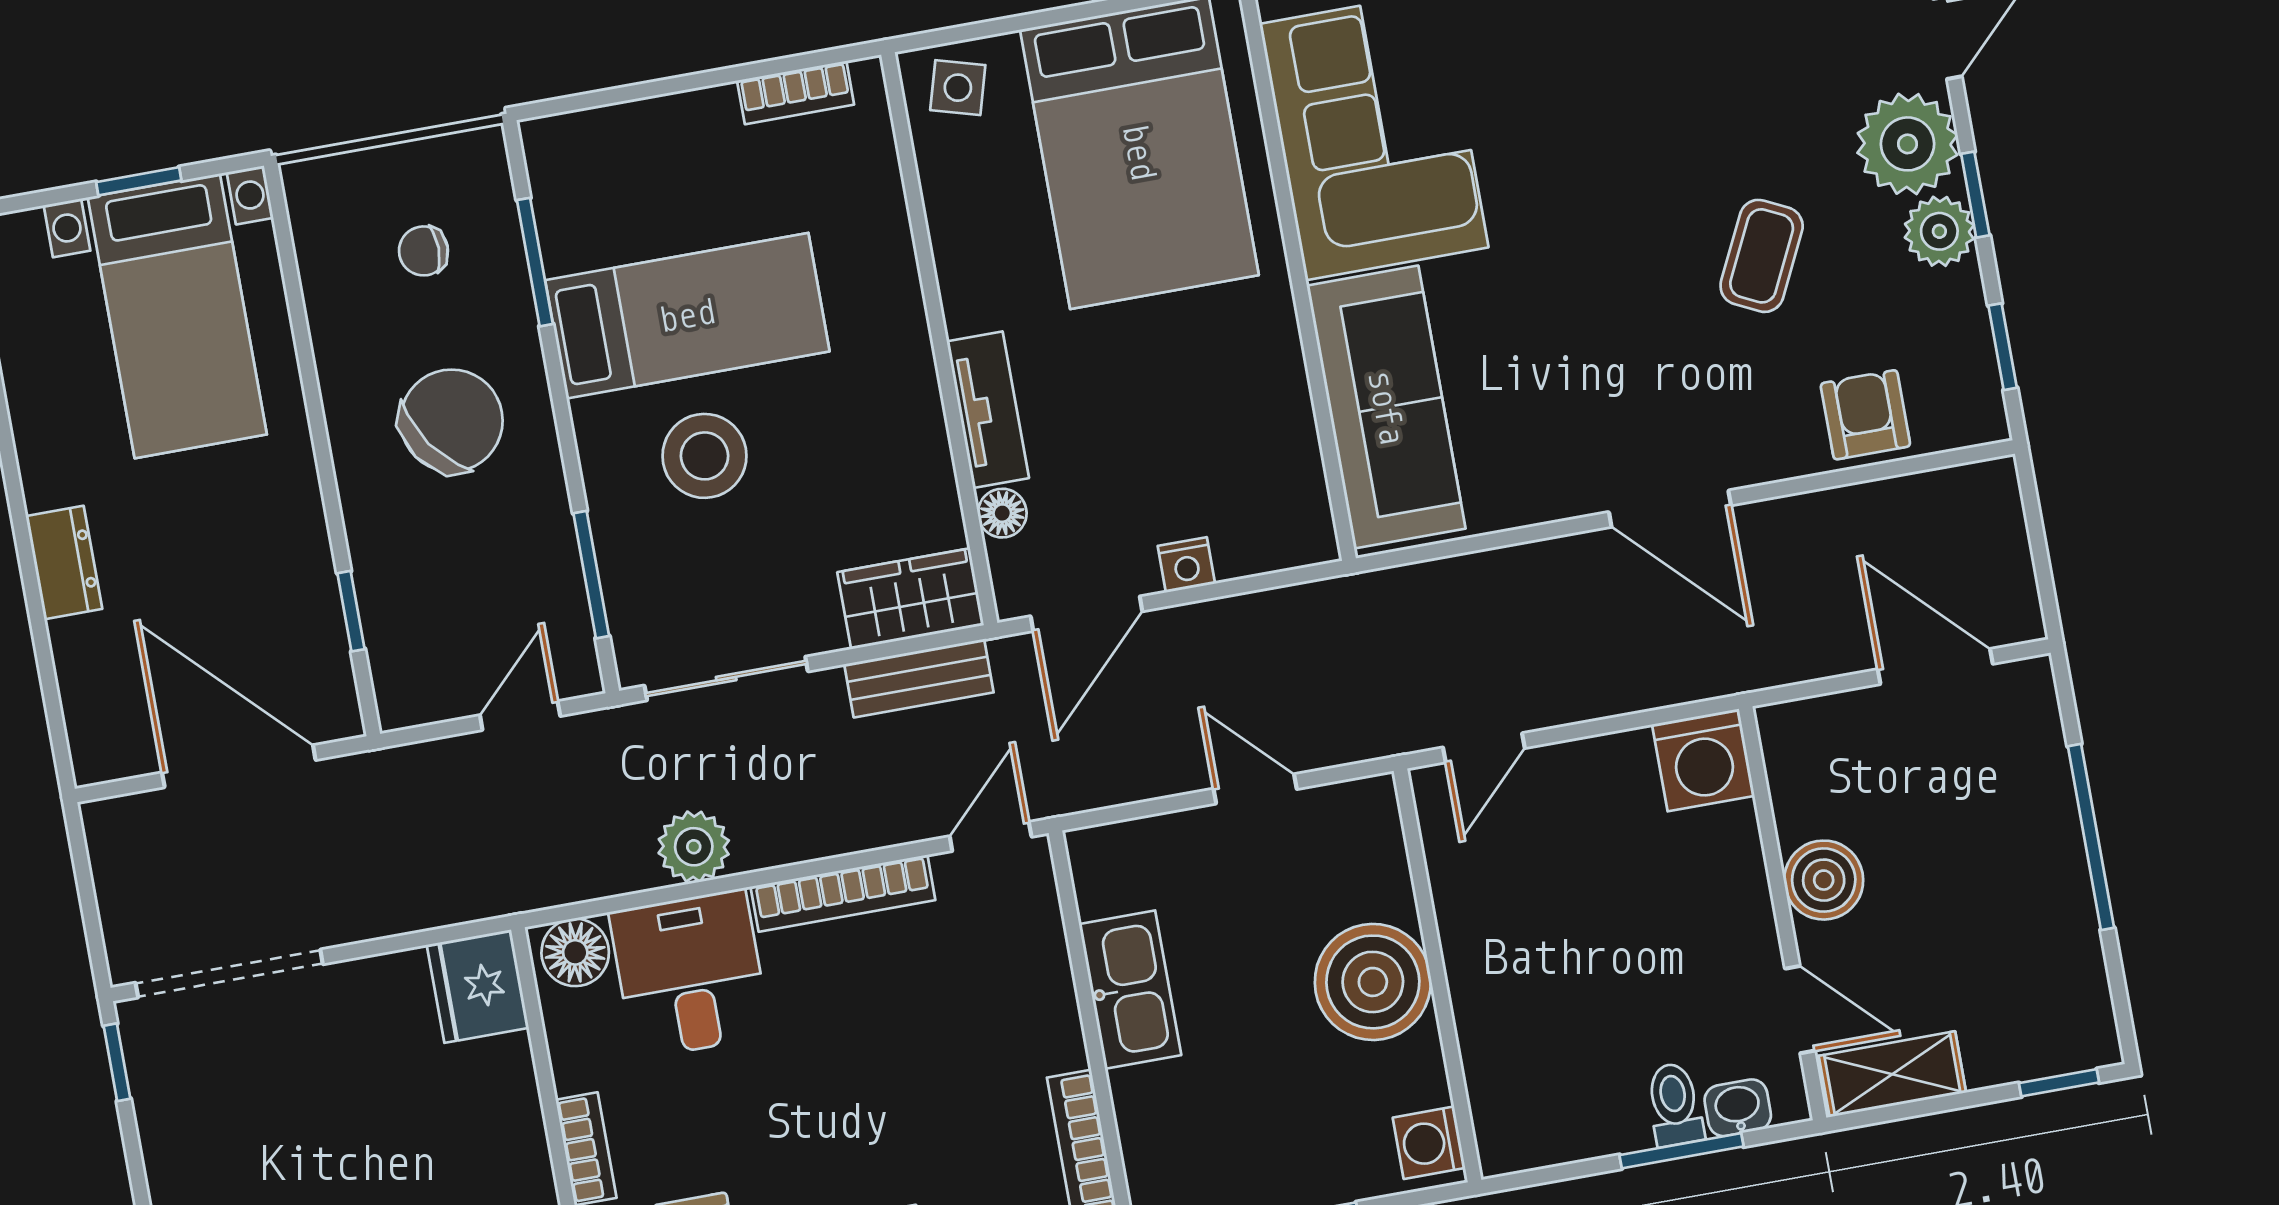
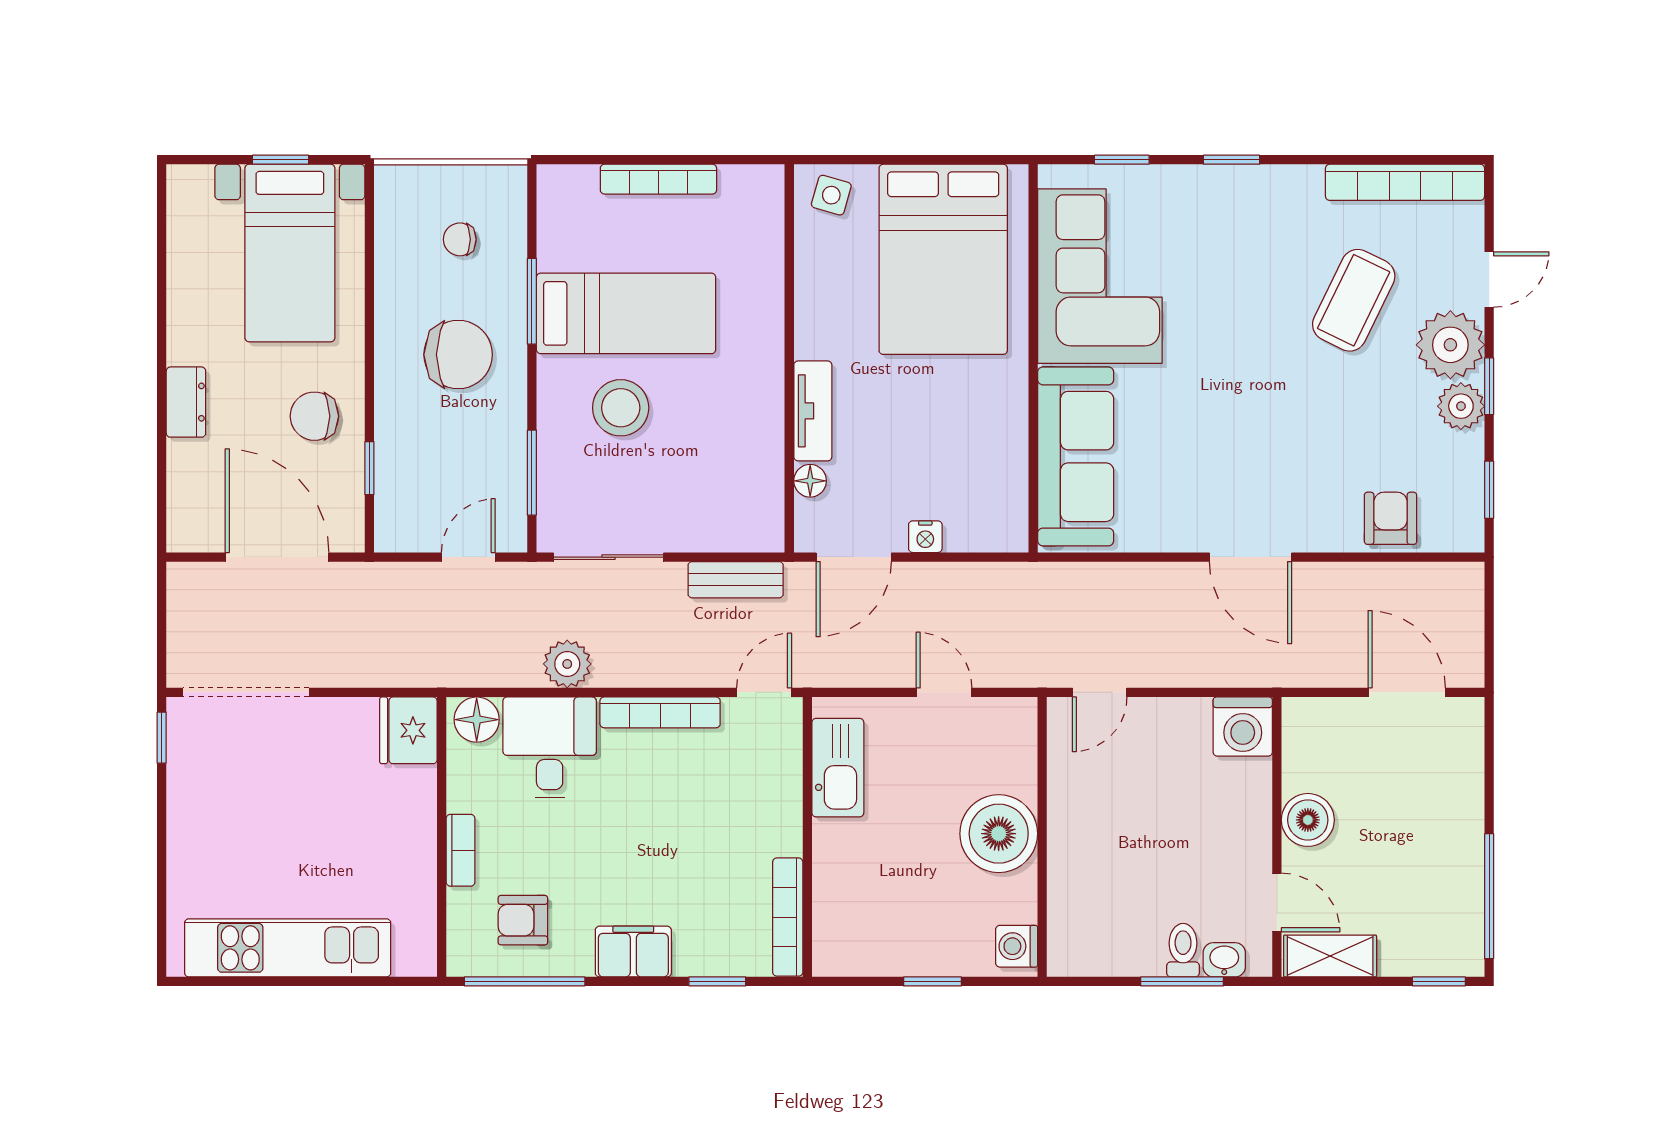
bookcase: (796, 93) -> (658, 179), moved, width x1.56
coffee table: (1762, 256) -> (1354, 300), moved, width x1.36, depth x1.30
window: (535, 262) -> (532, 301), moved
chair: (452, 421) -> (458, 355), turned 35
chair: (256, 549) -> (314, 416), added
wardrobe: (911, 599) -> (740, 526), removed
window: (2091, 837) -> (1489, 896), moved
kitchen sink: (1130, 990) -> (838, 768), moved

